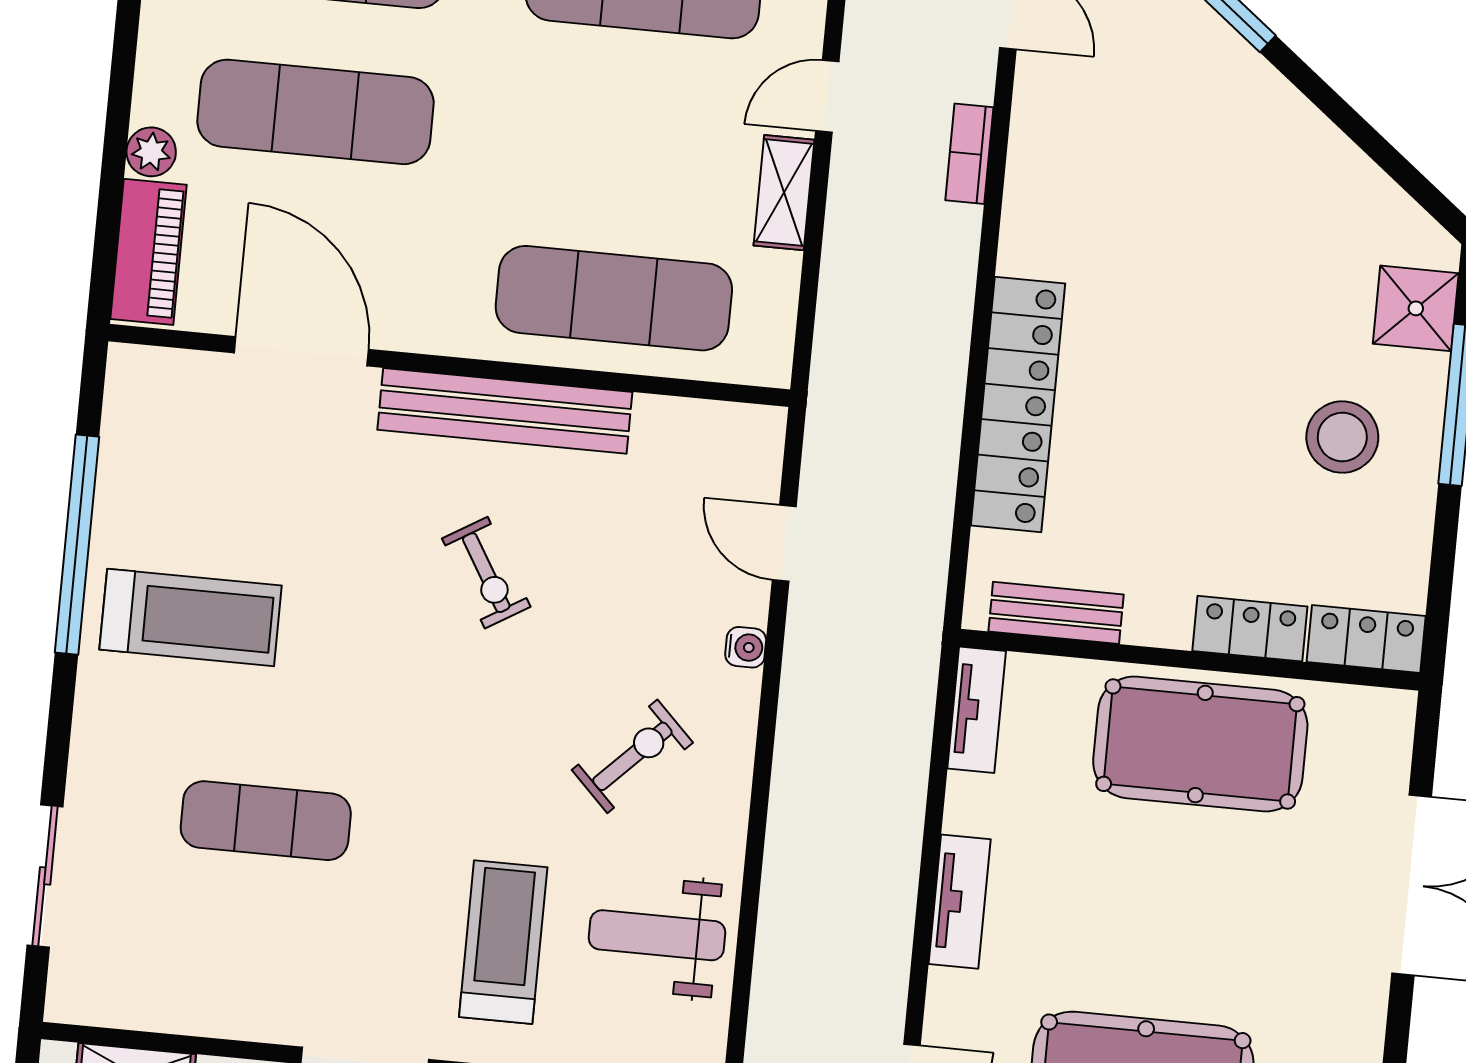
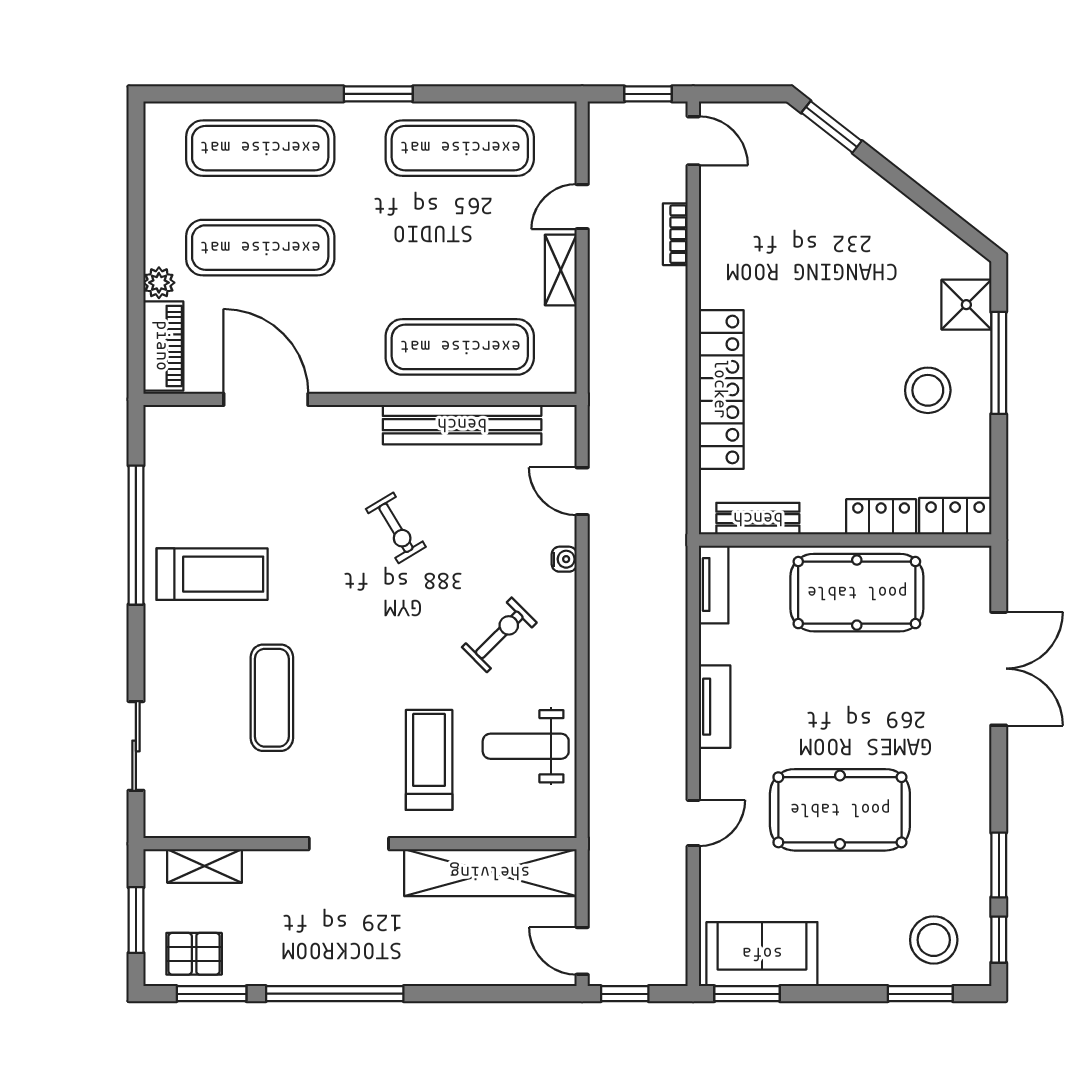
bench: (505, 411) -> (462, 425), moved
exercise mat: (266, 821) -> (272, 698), turned 90

